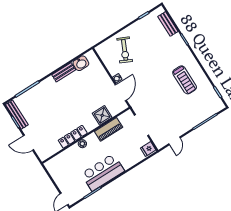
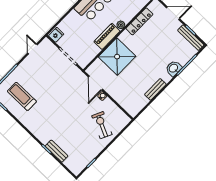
bench: (168, 24) -> (57, 151), moved
washbasin: (81, 63) -> (174, 68), moved
treadmill: (185, 80) -> (22, 96), moved
shower: (102, 115) -> (117, 57), width x1.86, depth x1.86
piano: (109, 129) -> (107, 36), moved
locker: (73, 137) -> (139, 21), moved

